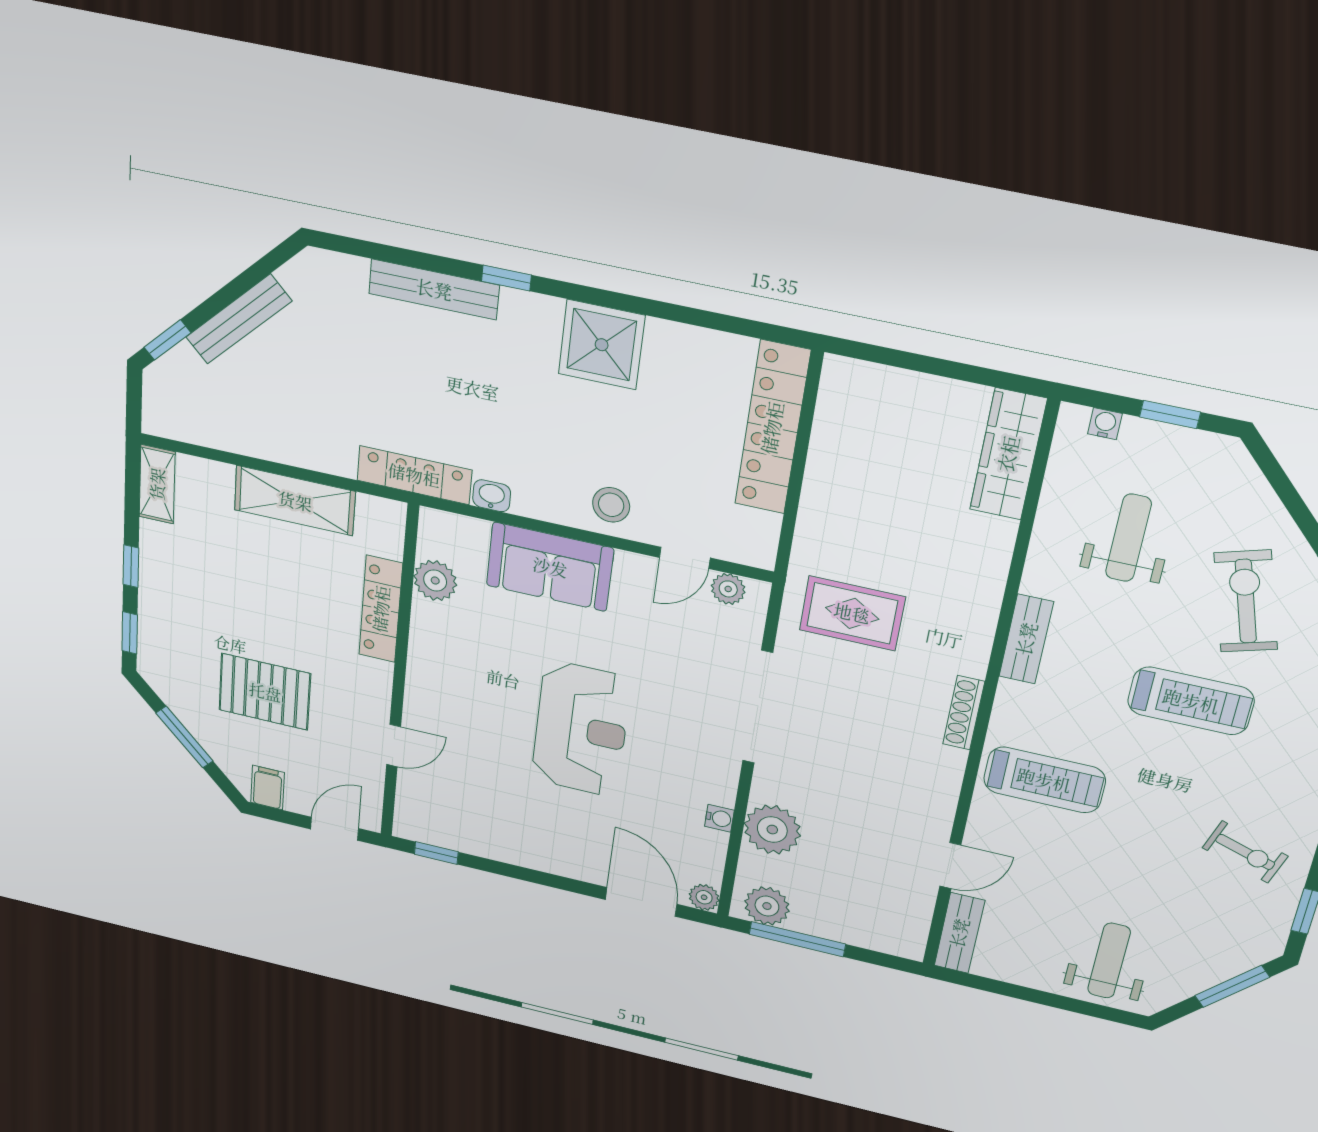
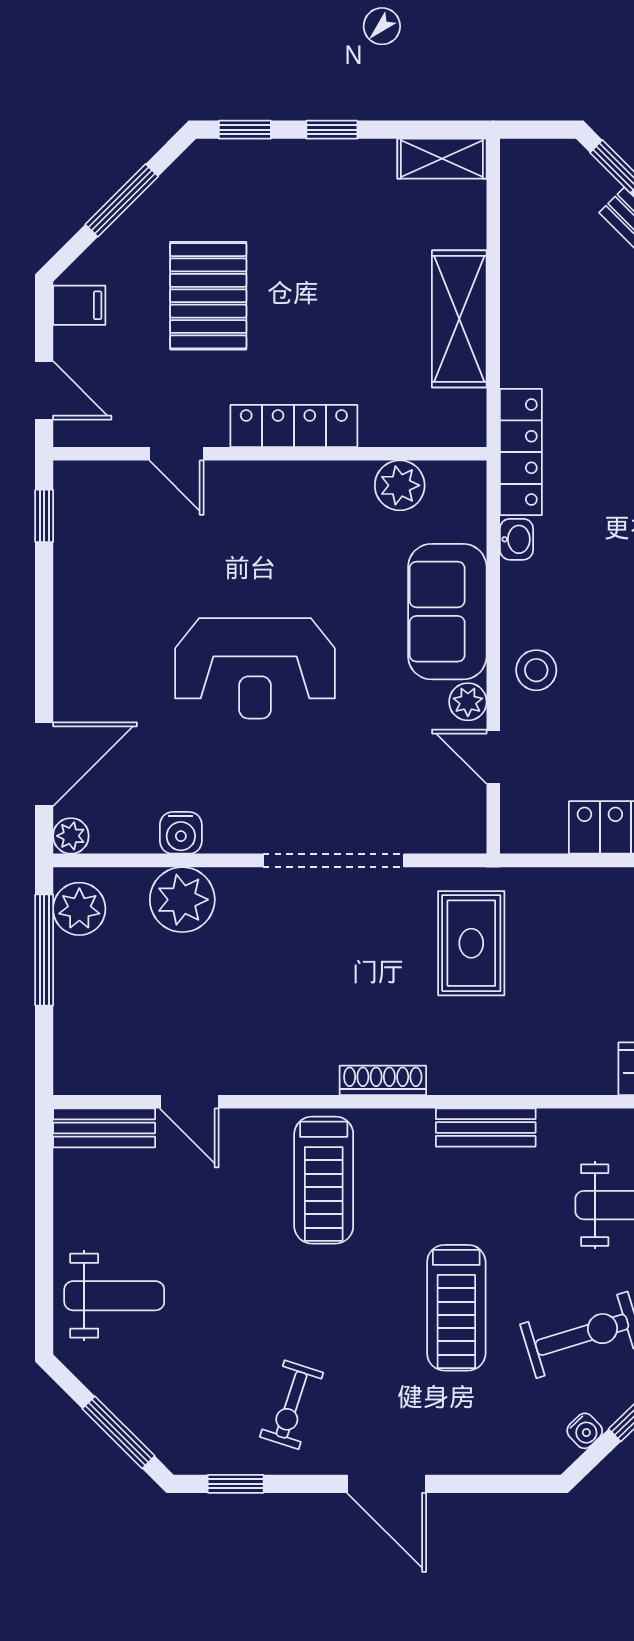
plant: (728, 589) -> (468, 702), moved
locker: (381, 609) -> (294, 426), moved
water cooler: (719, 818) -> (181, 833), width x1.38, depth x1.38

